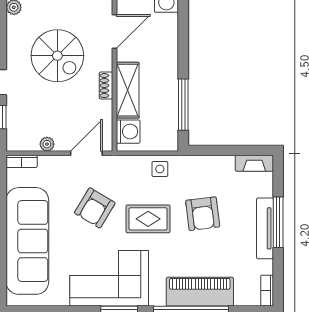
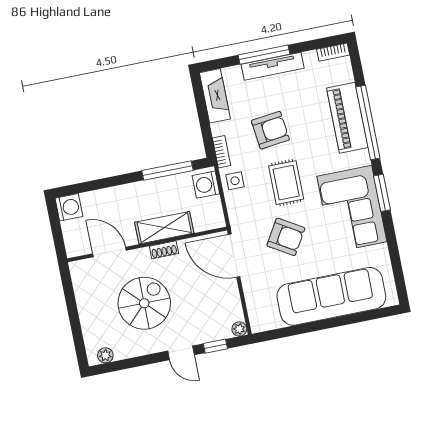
washing machine: (128, 132) -> (206, 185), moved, turned -90
plant: (47, 144) -> (239, 329), moved
door: (86, 153) -> (234, 256), width x1.36
bookcase: (22, 161) -> (222, 152), moved
fireplace: (254, 163) -> (215, 96), width x1.37, depth x1.32

